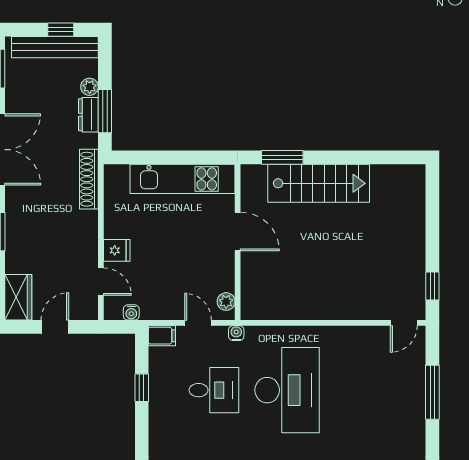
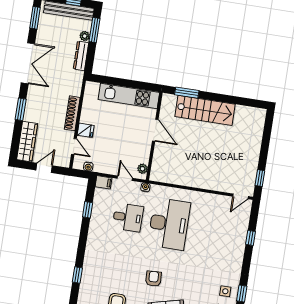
window: (105, 111) -> (95, 30), moved
dresser: (88, 115) -> (81, 56), width x1.44
shoe rack: (89, 179) -> (72, 113), moved
wardrobe: (18, 297) -> (27, 142), width x1.50
window: (432, 392) -> (250, 238), width x0.46

